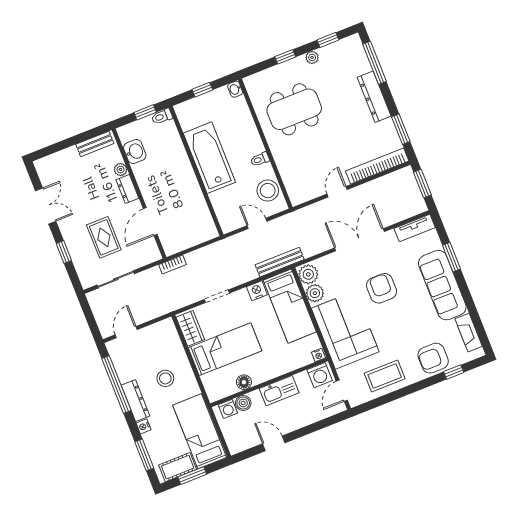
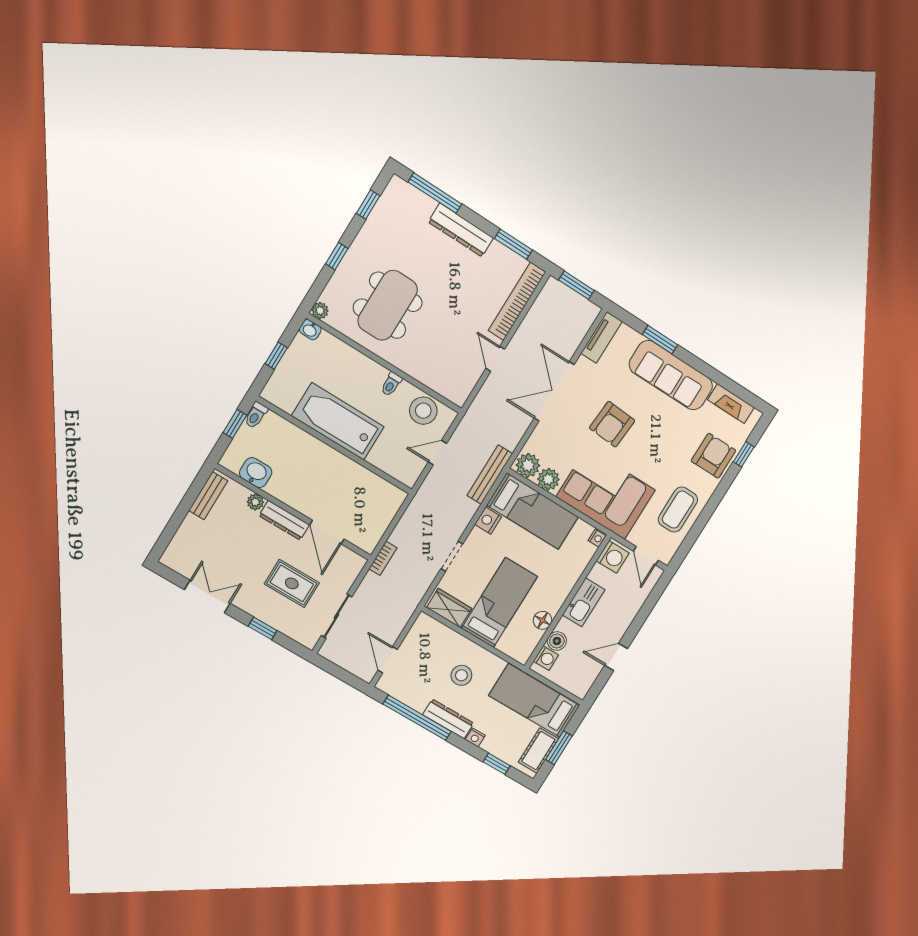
plant: (312, 58) -> (320, 311), moved
dresser: (127, 189) -> (284, 520), width x1.44
armchair: (382, 288) -> (612, 424), turned -86
armchair: (433, 358) -> (713, 456), turned 180
window: (144, 455) -> (497, 764), width x0.67

